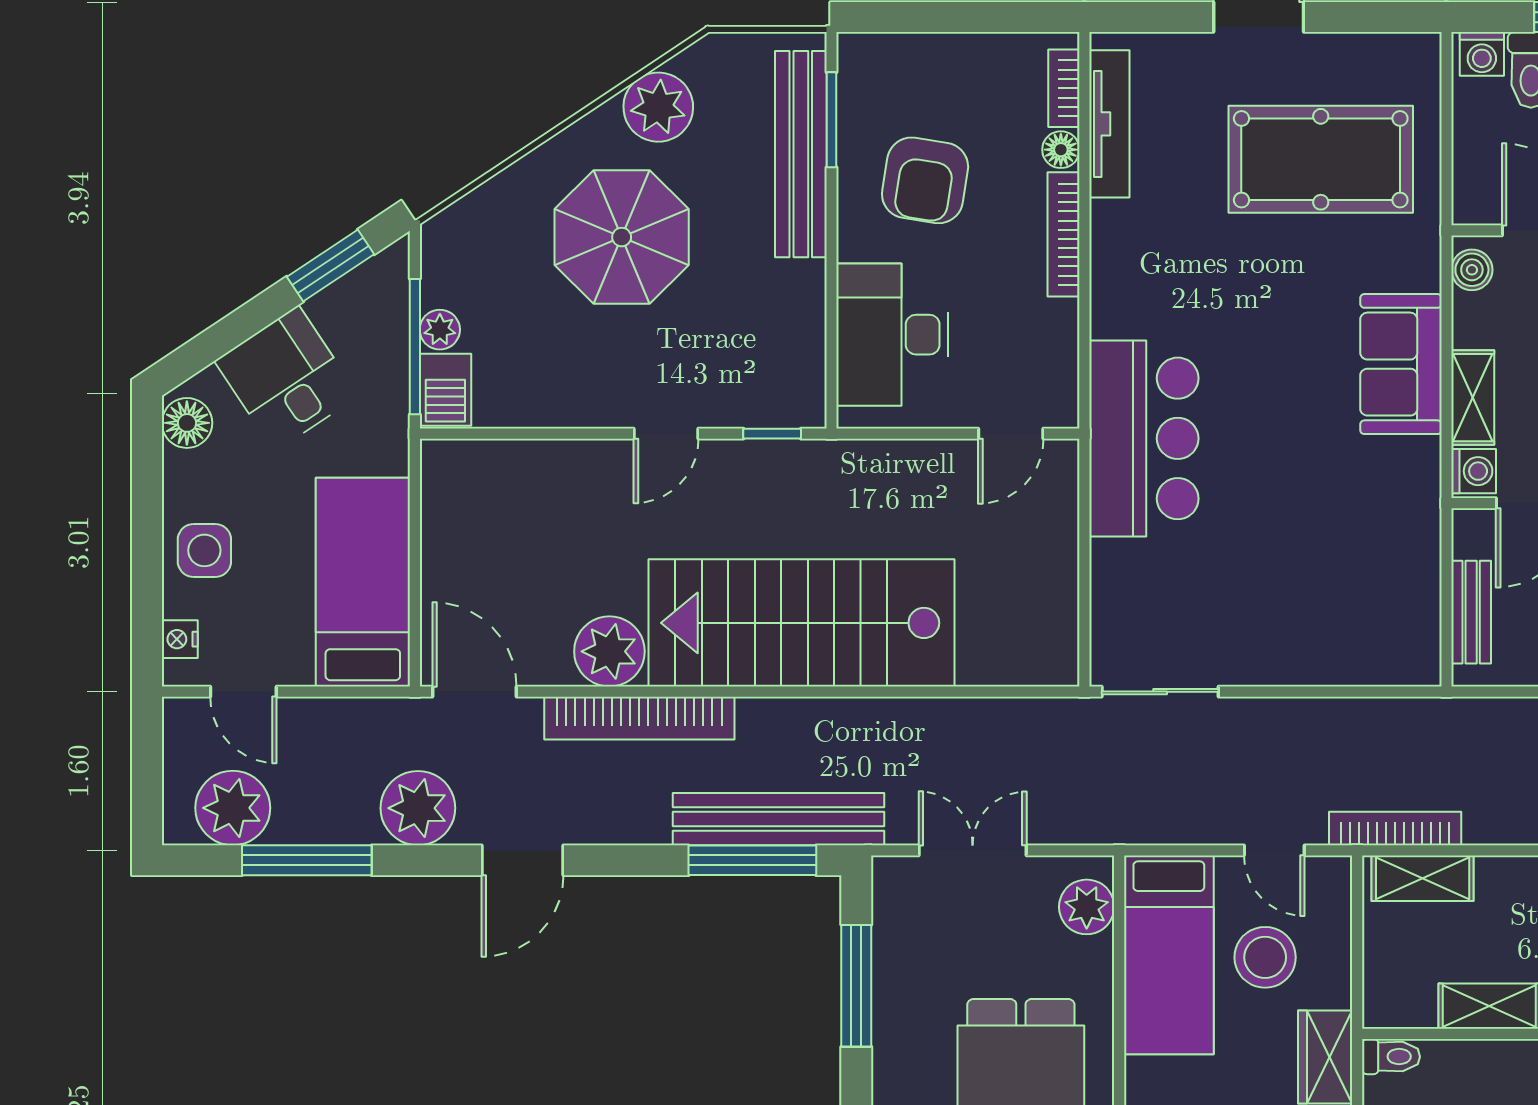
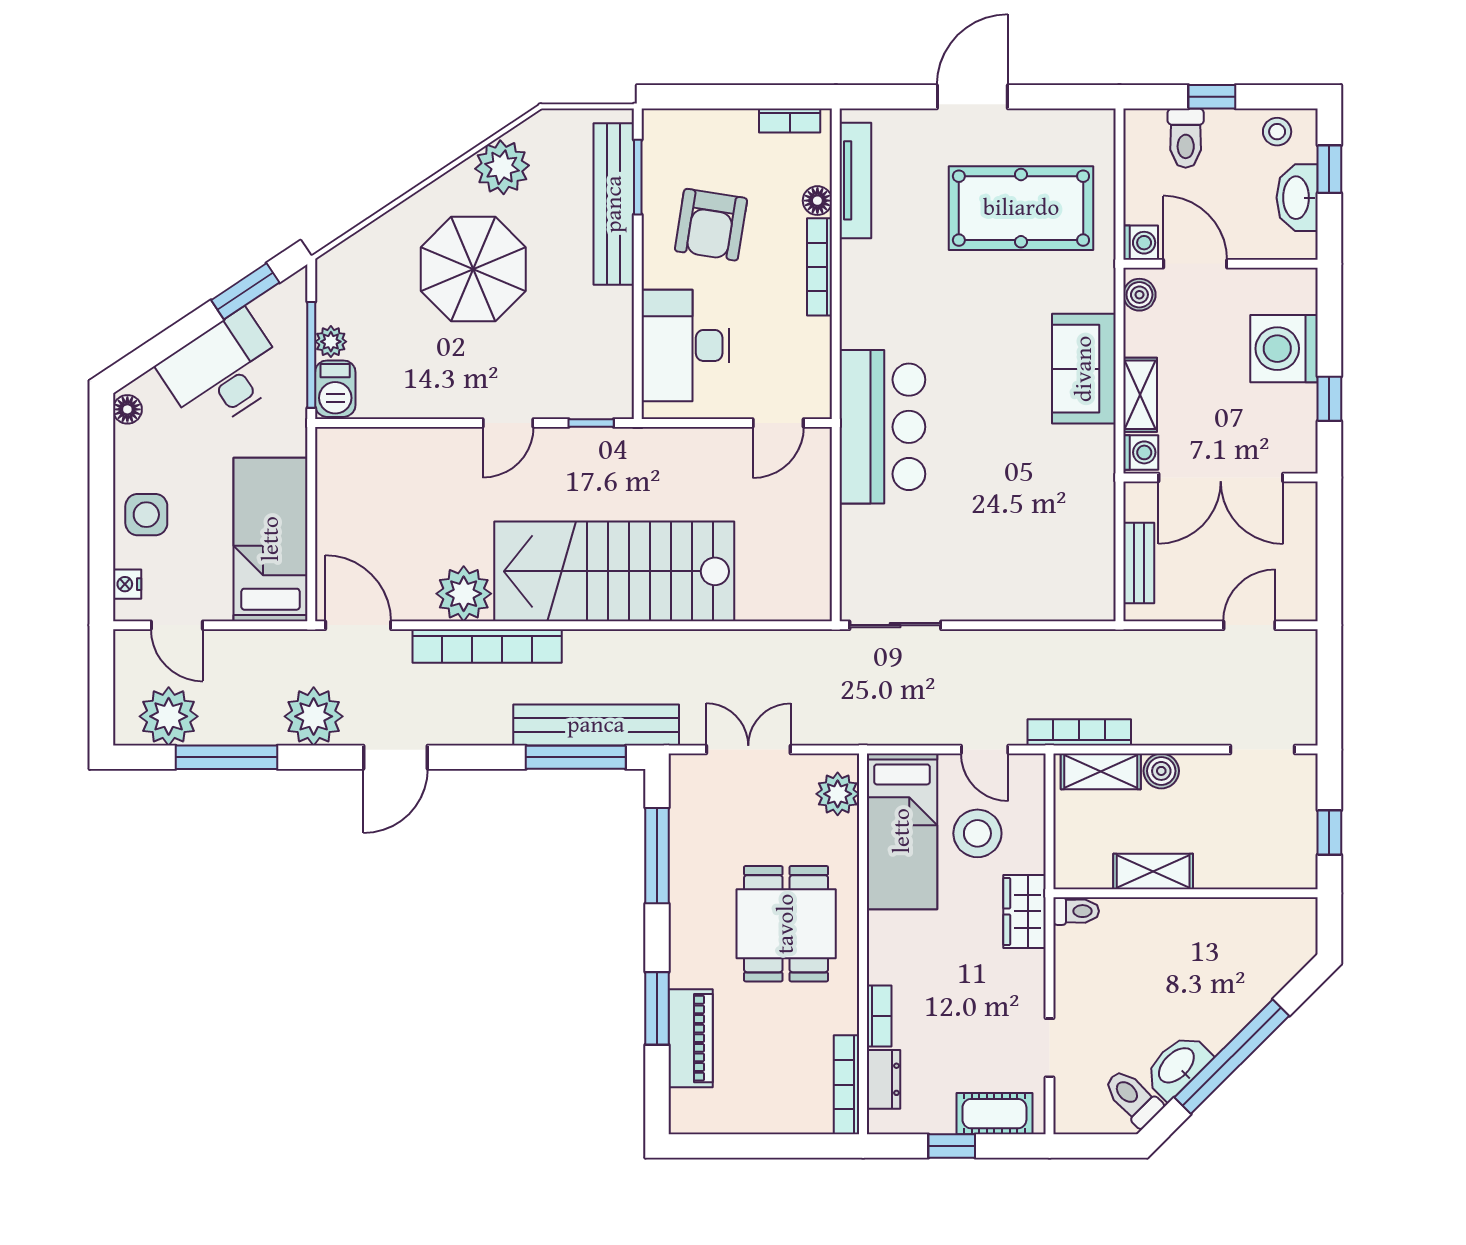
washing machine: (1482, 54) -> (1141, 243), moved, turned -90
bookcase: (1064, 88) -> (790, 121), moved, turned -90
desk: (287, 378) -> (223, 372), width x1.37
floor lamp: (187, 423) -> (127, 409), width x0.73, depth x0.73
boiler: (1500, 878) -> (1161, 771), added

